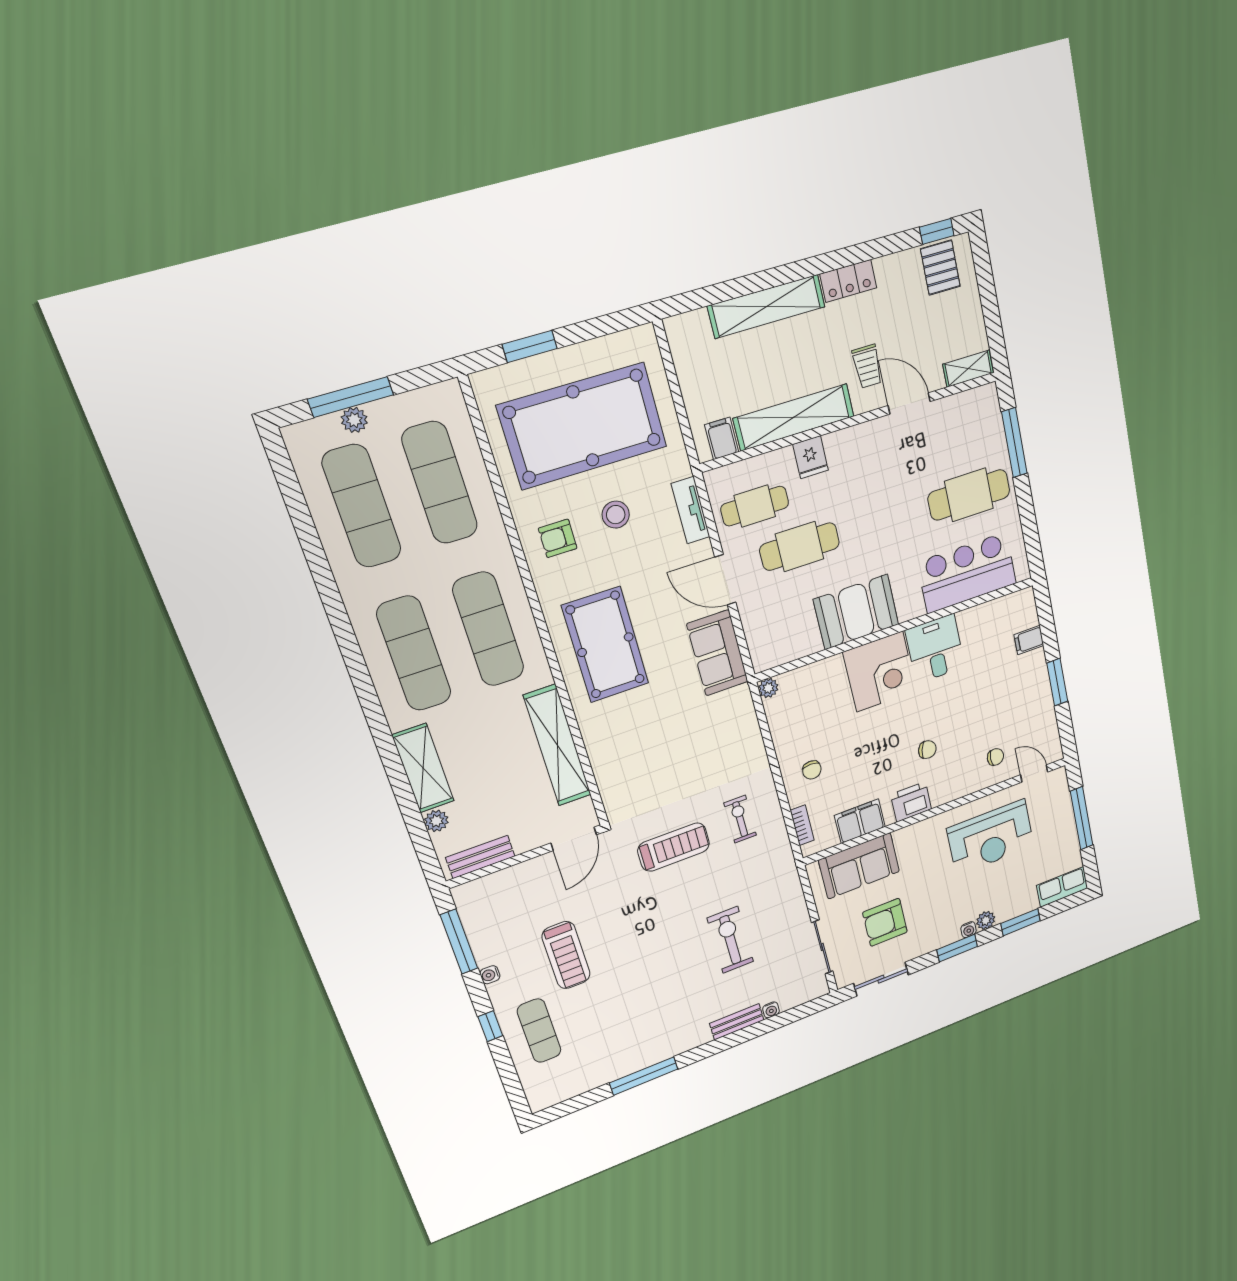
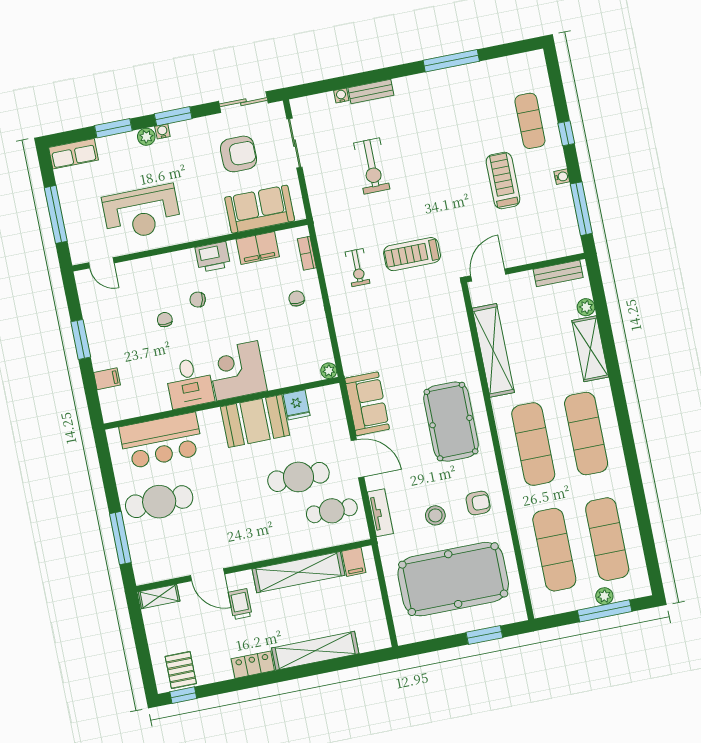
fridge: (811, 457) -> (297, 405), moved, turned 180
chair: (995, 757) -> (165, 320), moved, turned 90
reception desk: (991, 837) -> (142, 213), turned 180

